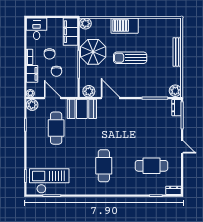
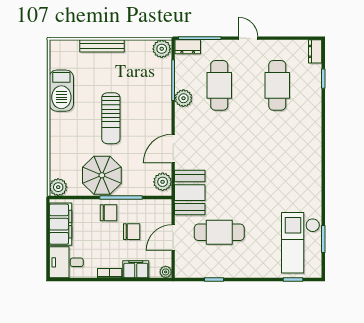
barbecue: (125, 26) -> (61, 91), moved
filing cabinet: (70, 32) -> (60, 224), moved, turned -90
chair: (50, 54) -> (109, 213), moved
plant: (32, 105) -> (183, 98), moved
door: (182, 147) -> (248, 38), hinge flipped
cafe table: (104, 166) -> (219, 85), moved, turned 90

